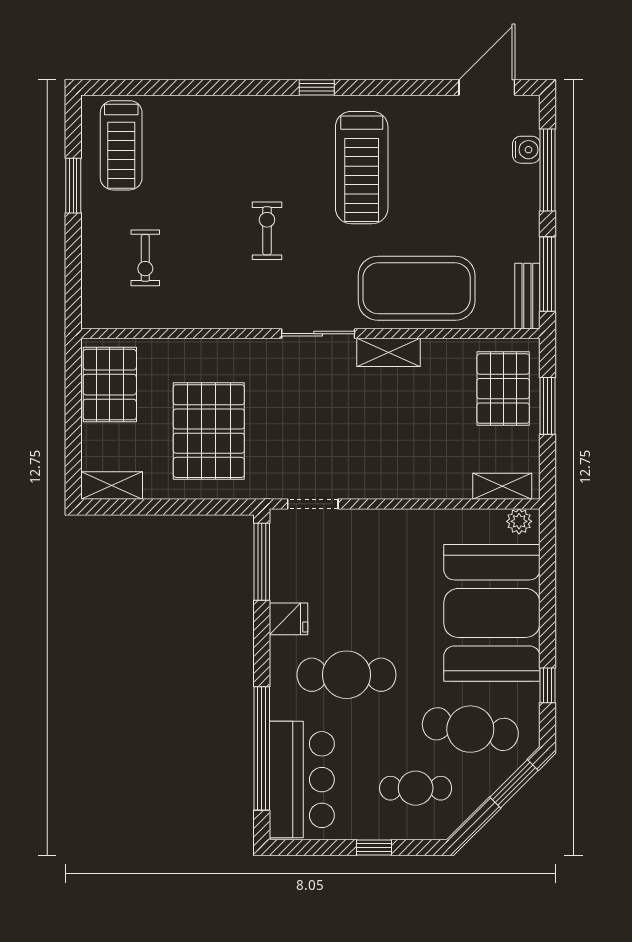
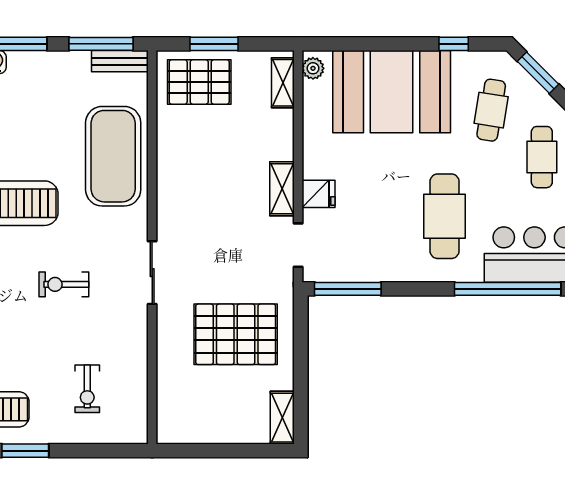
exercise bike: (145, 258) -> (87, 389), turned 90
sliding door: (318, 334) -> (152, 273), moved
shelving: (388, 352) -> (282, 189), moved
pallet: (110, 385) -> (196, 419), removed
fridge: (288, 619) -> (318, 194), moved, turned 90
cafe table: (470, 729) -> (491, 110), width x0.73, depth x0.74

